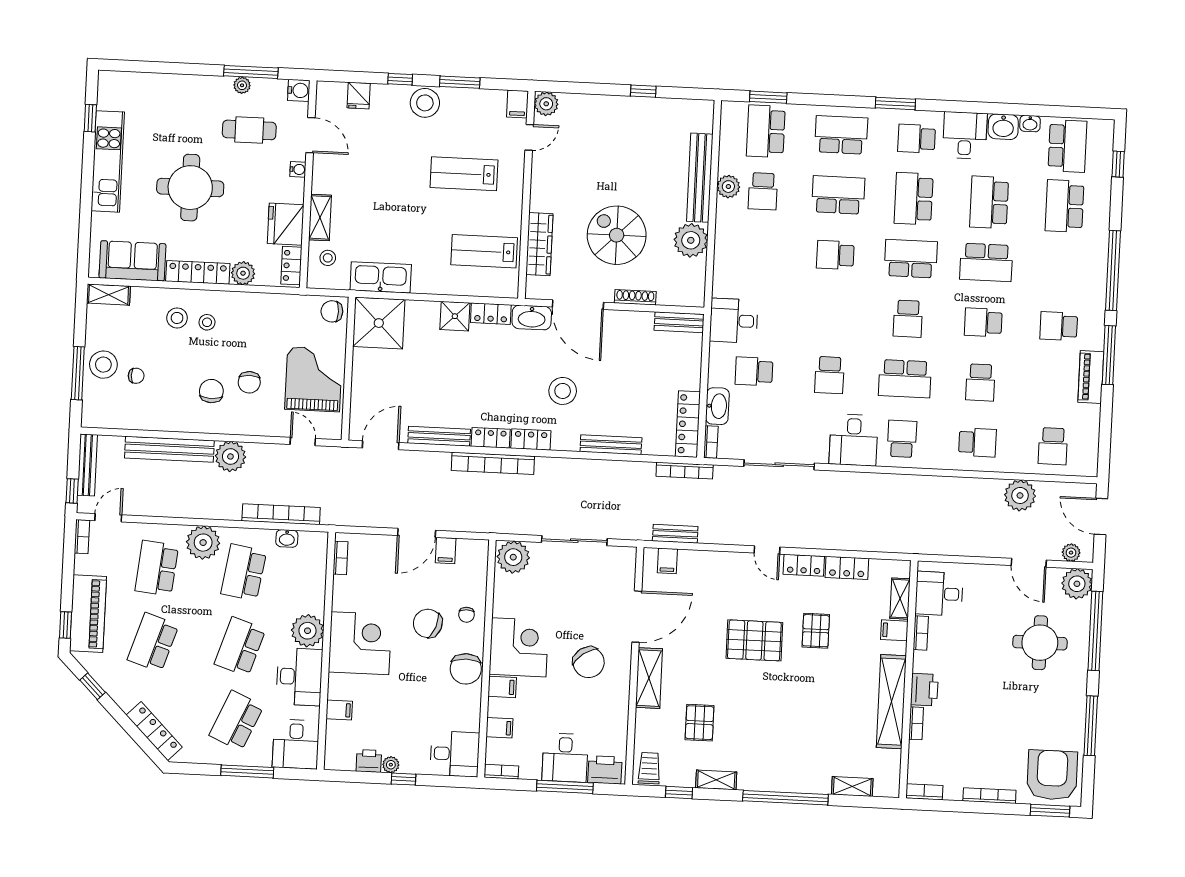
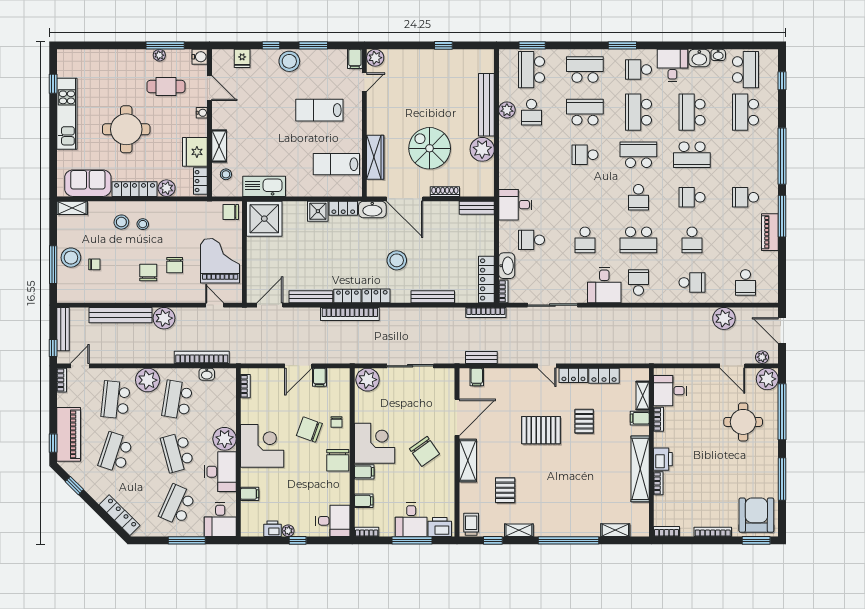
school desk: (240, 647) -> (177, 452), turned -33

